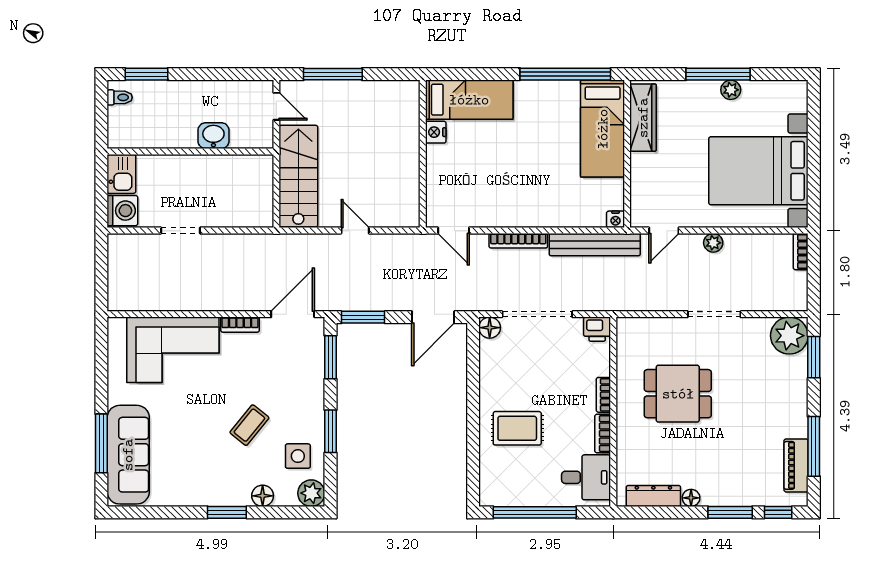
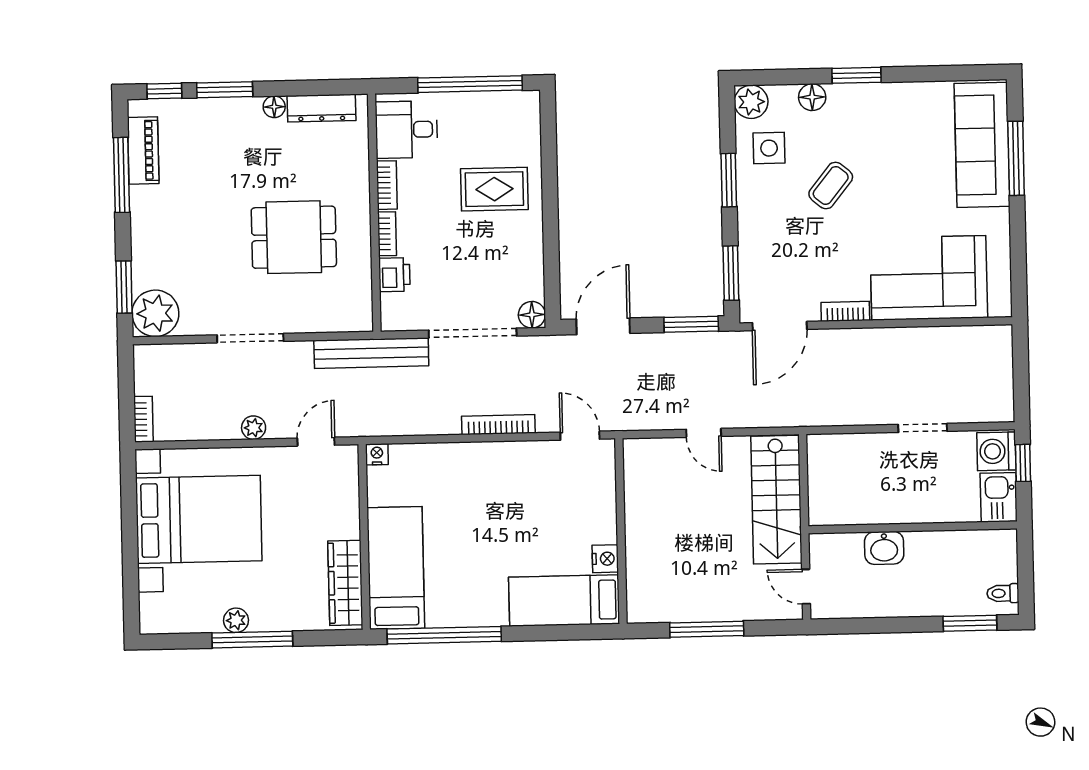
window: (333, 74) -> (707, 629), moved
window: (101, 201) -> (1023, 463), added
bench: (595, 245) -> (371, 353), moved
printer: (597, 329) -> (394, 275), moved, turned 90

